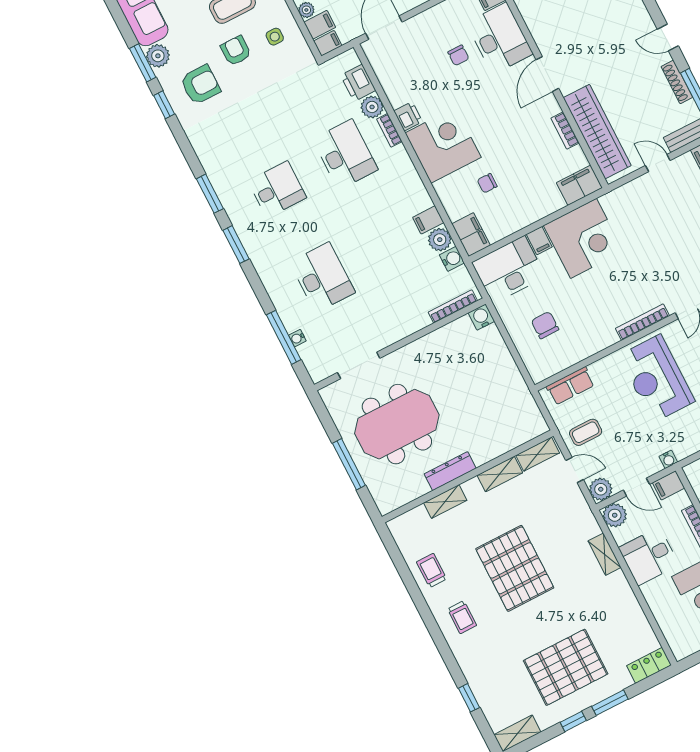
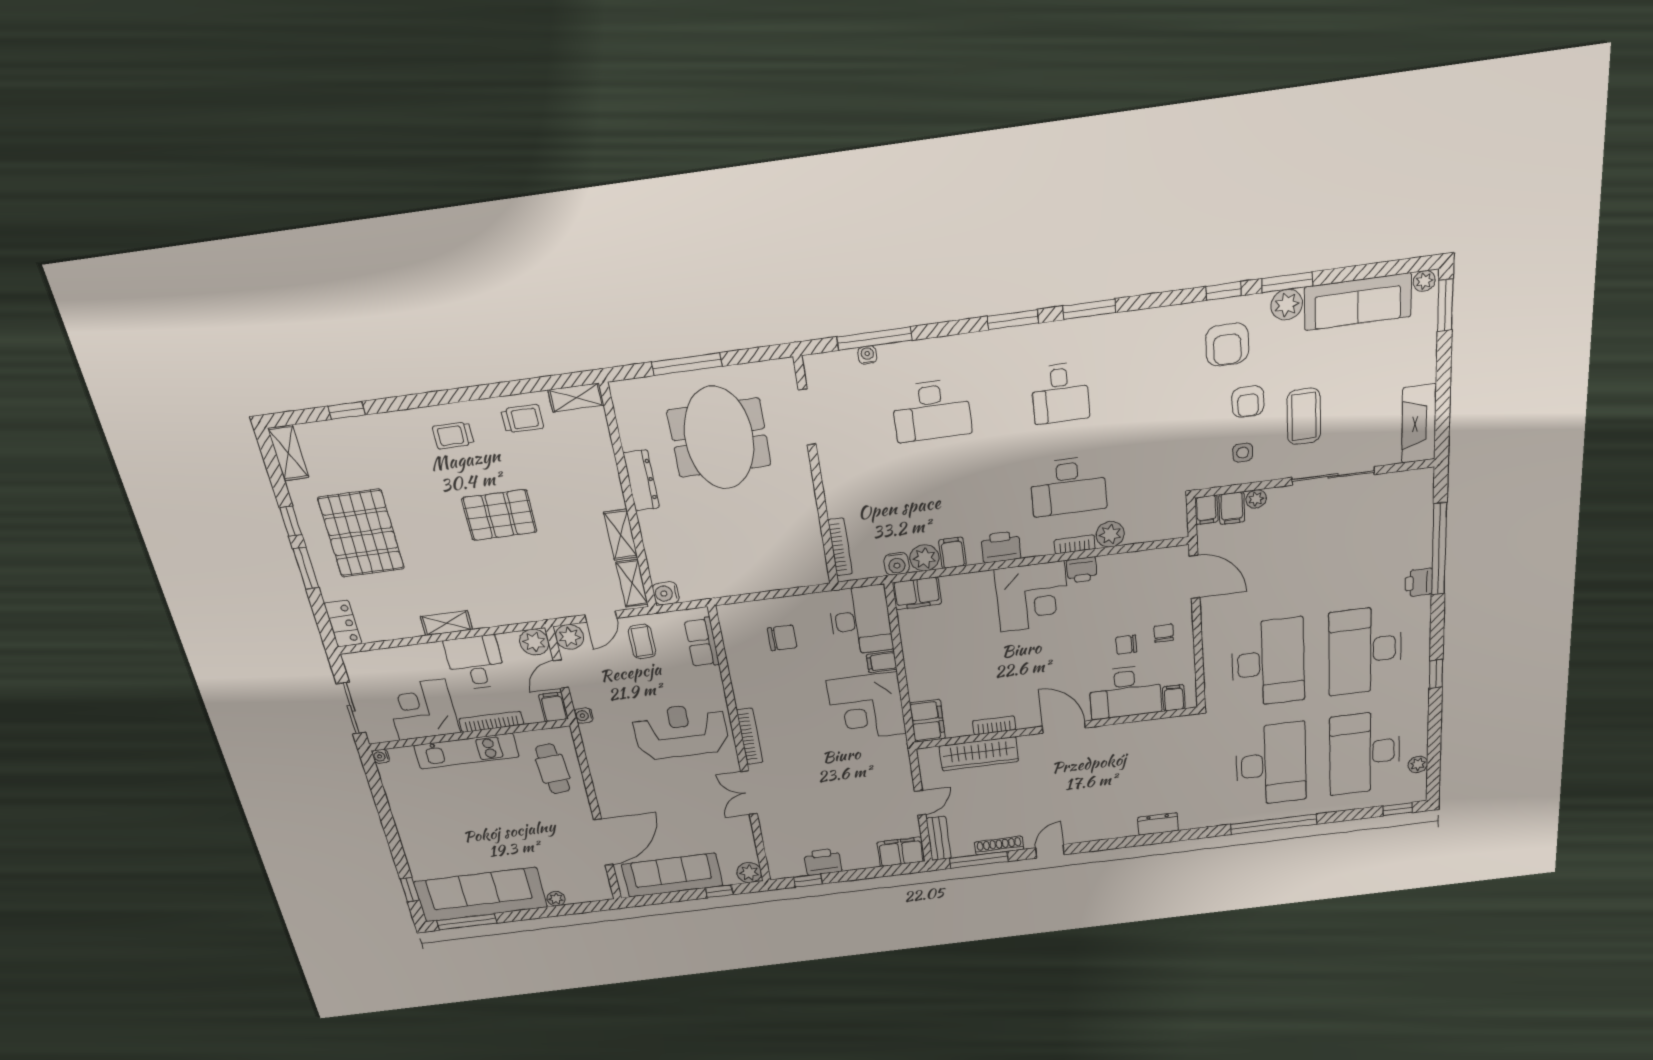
armchair: (236, 51) -> (1248, 402), turned 90
printer: (358, 83) -> (1001, 547), moved
wardrobe: (597, 132) -> (979, 754), width x0.71, depth x0.85
chair: (487, 183) -> (1164, 633), moved
water cooler: (481, 317) -> (666, 593), moved, turned 180
shelving: (445, 502) -> (576, 398), moved, turned 90
shelving: (605, 554) -> (447, 623), moved
pallet: (515, 568) -> (499, 515), width x0.73, depth x0.71

